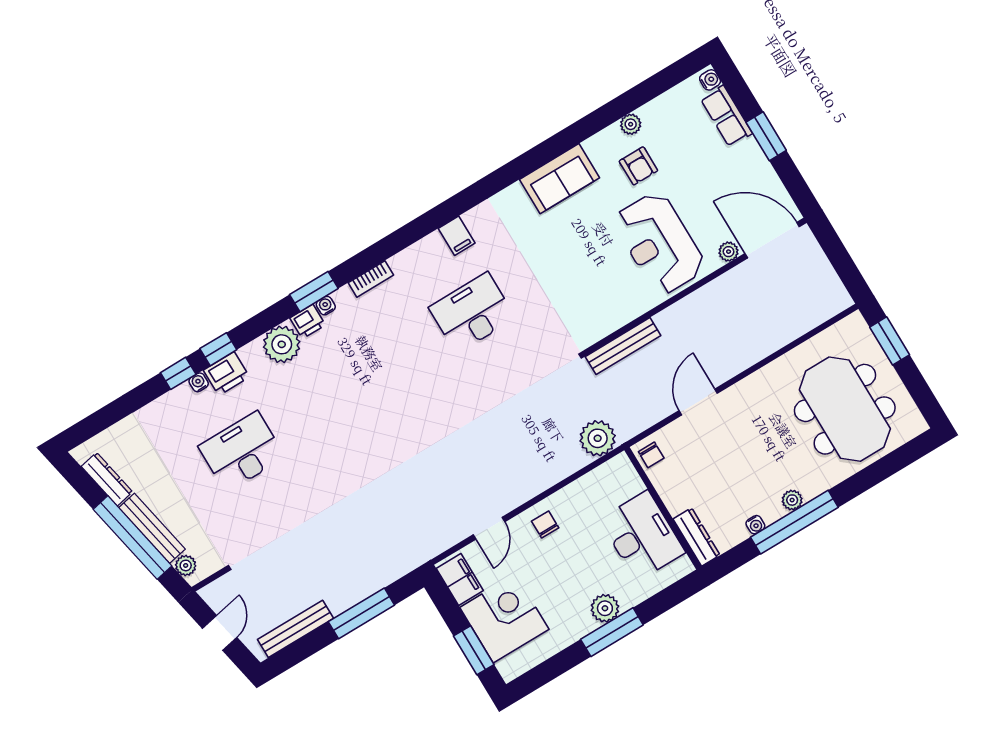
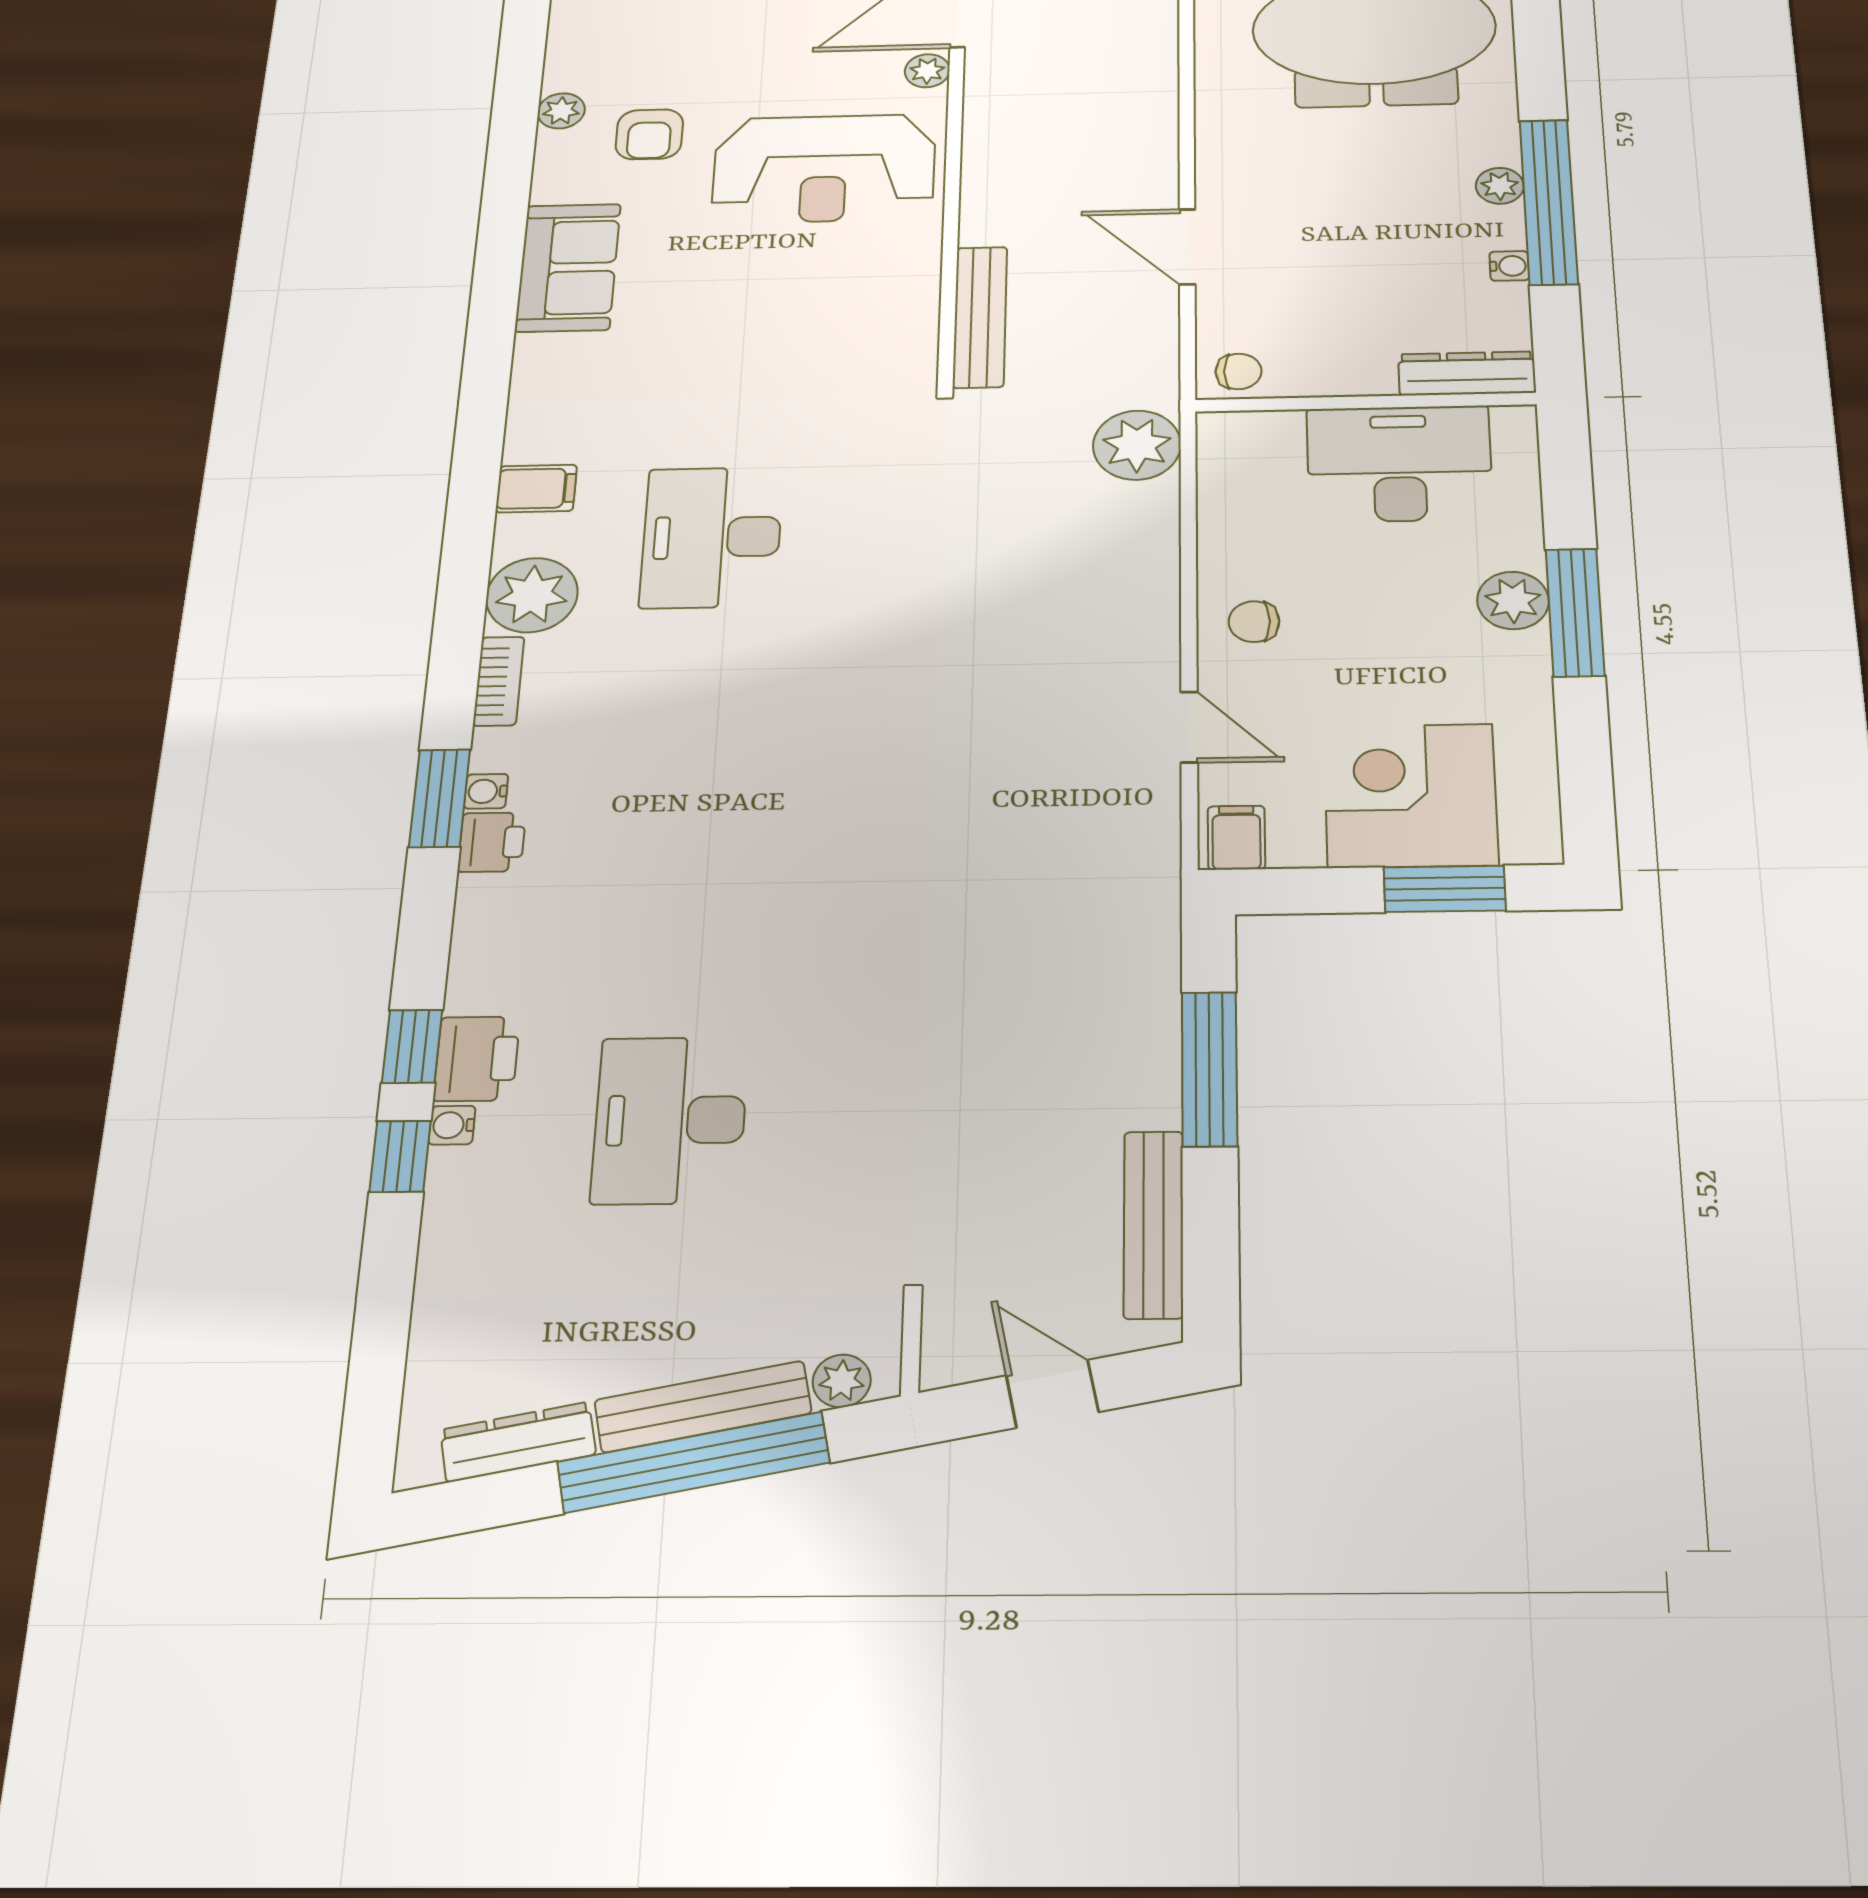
armchair: (638, 166) -> (649, 134), turned 90
plant: (282, 344) -> (532, 595), moved
filing cabinet: (460, 580) -> (1236, 838), width x0.50

